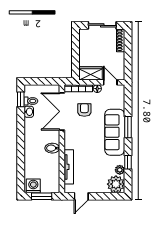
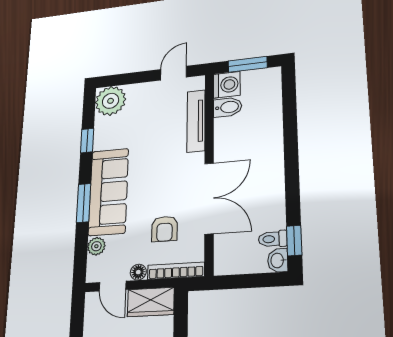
double door: (62, 111) -> (209, 198), moved
washbasin: (29, 112) -> (278, 260), moved
bidet: (52, 148) -> (228, 107), moved
plant: (120, 170) -> (96, 246), moved
washing machine: (33, 186) -> (227, 85), moved, turned -90

